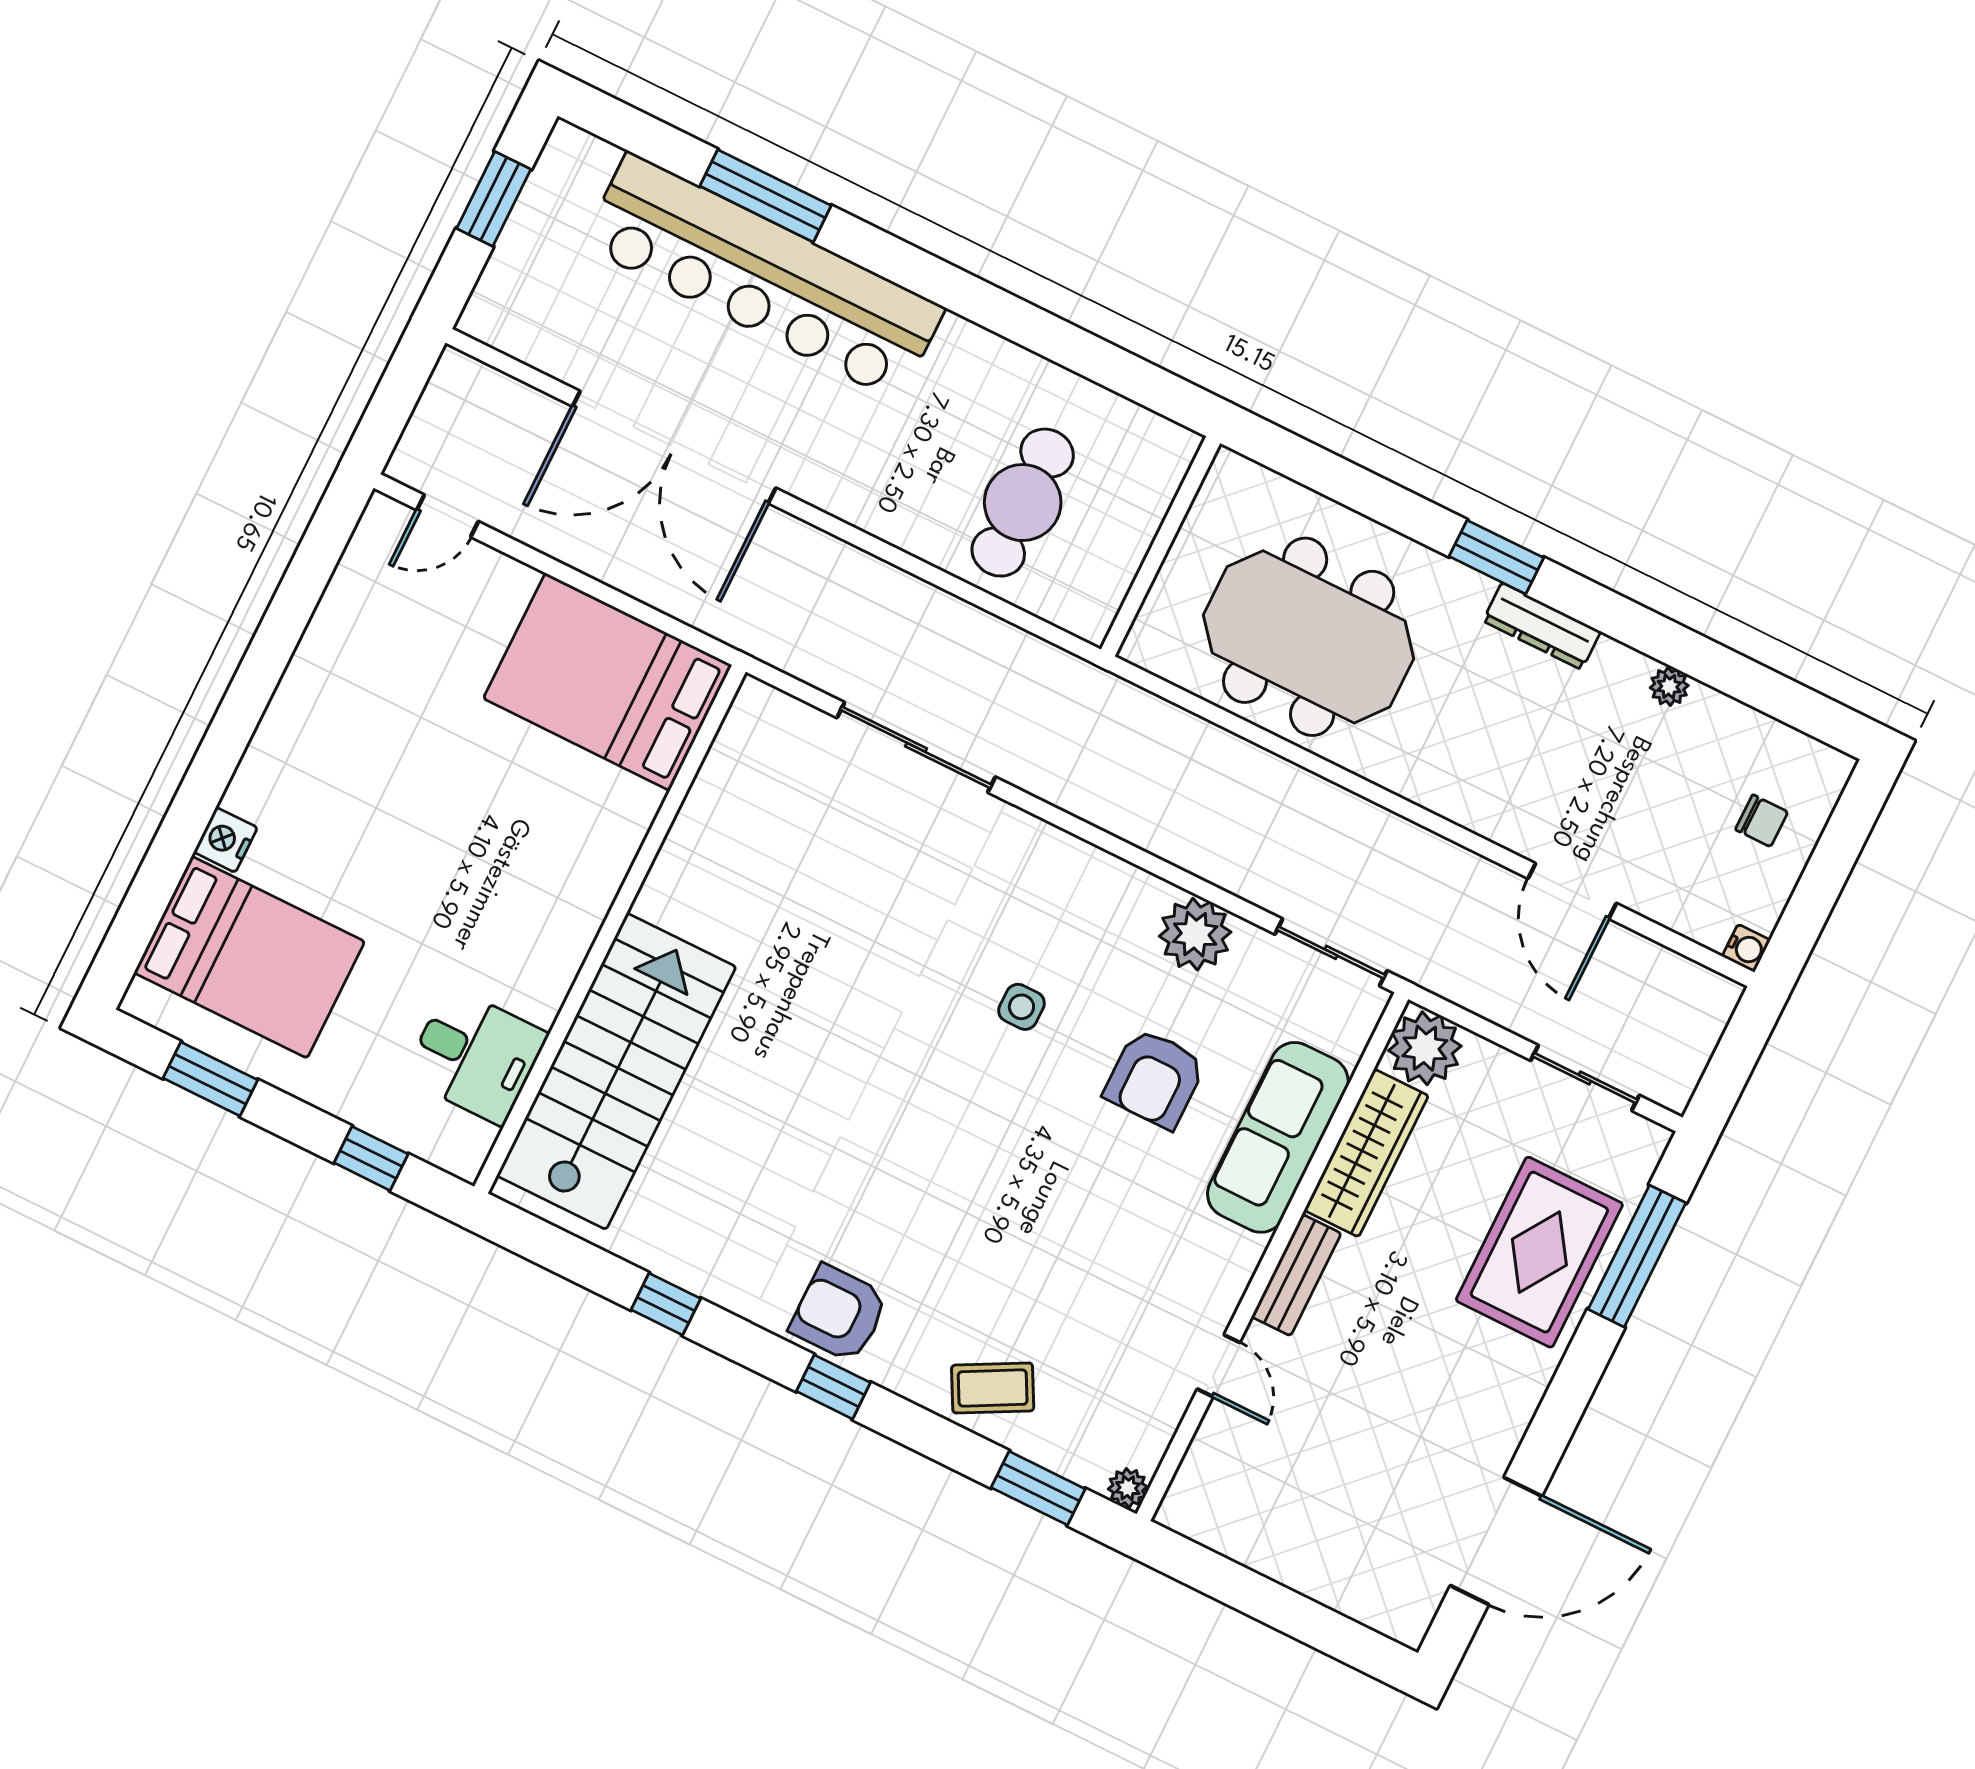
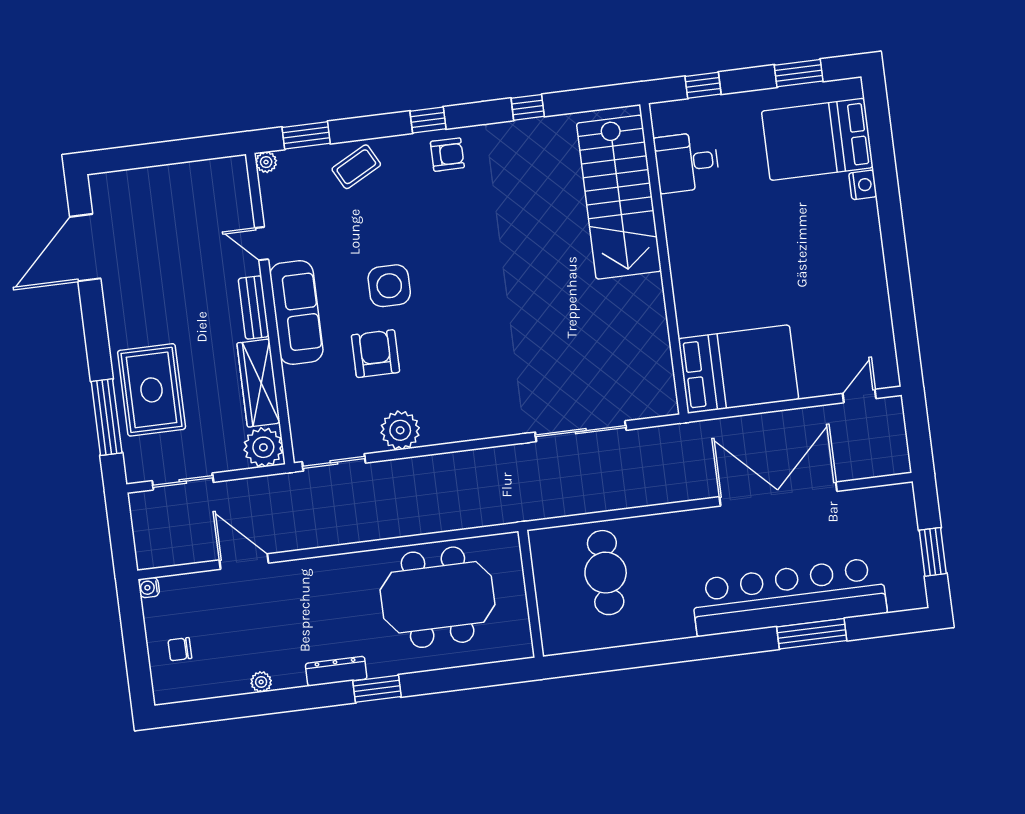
side table: (1021, 1007) -> (389, 286), moved, width x1.87, depth x1.87
sofa: (1278, 1137) -> (296, 312), moved
armchair: (839, 1313) -> (447, 155), width x0.72, depth x0.72

